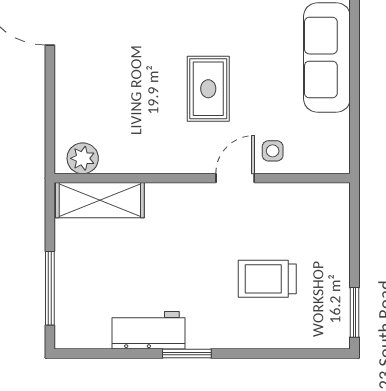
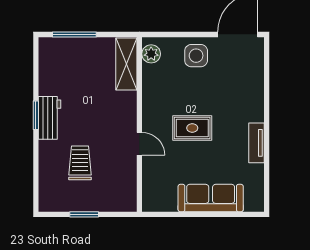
side table: (273, 151) -> (196, 56), moved, width x1.87, depth x1.87
window: (355, 312) -> (84, 214), moved
workbench: (148, 330) -> (50, 118), moved

